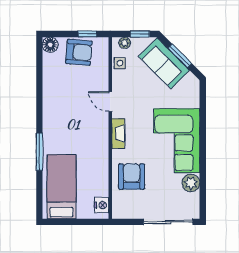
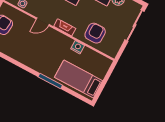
armchair: (132, 177) -> (95, 33), turned 90
nightstand: (102, 205) -> (78, 47), moved

